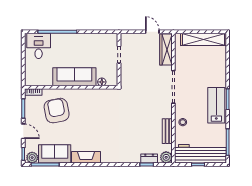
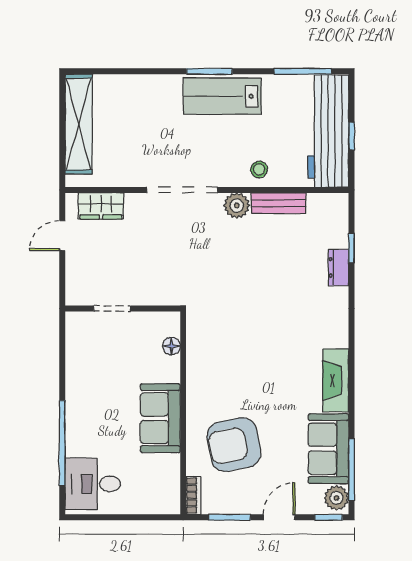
wardrobe: (166, 50) -> (101, 206), width x0.67
sofa: (74, 77) -> (160, 418), width x0.73
plant: (166, 157) -> (237, 206), moved
dresser: (149, 158) -> (338, 267), moved

